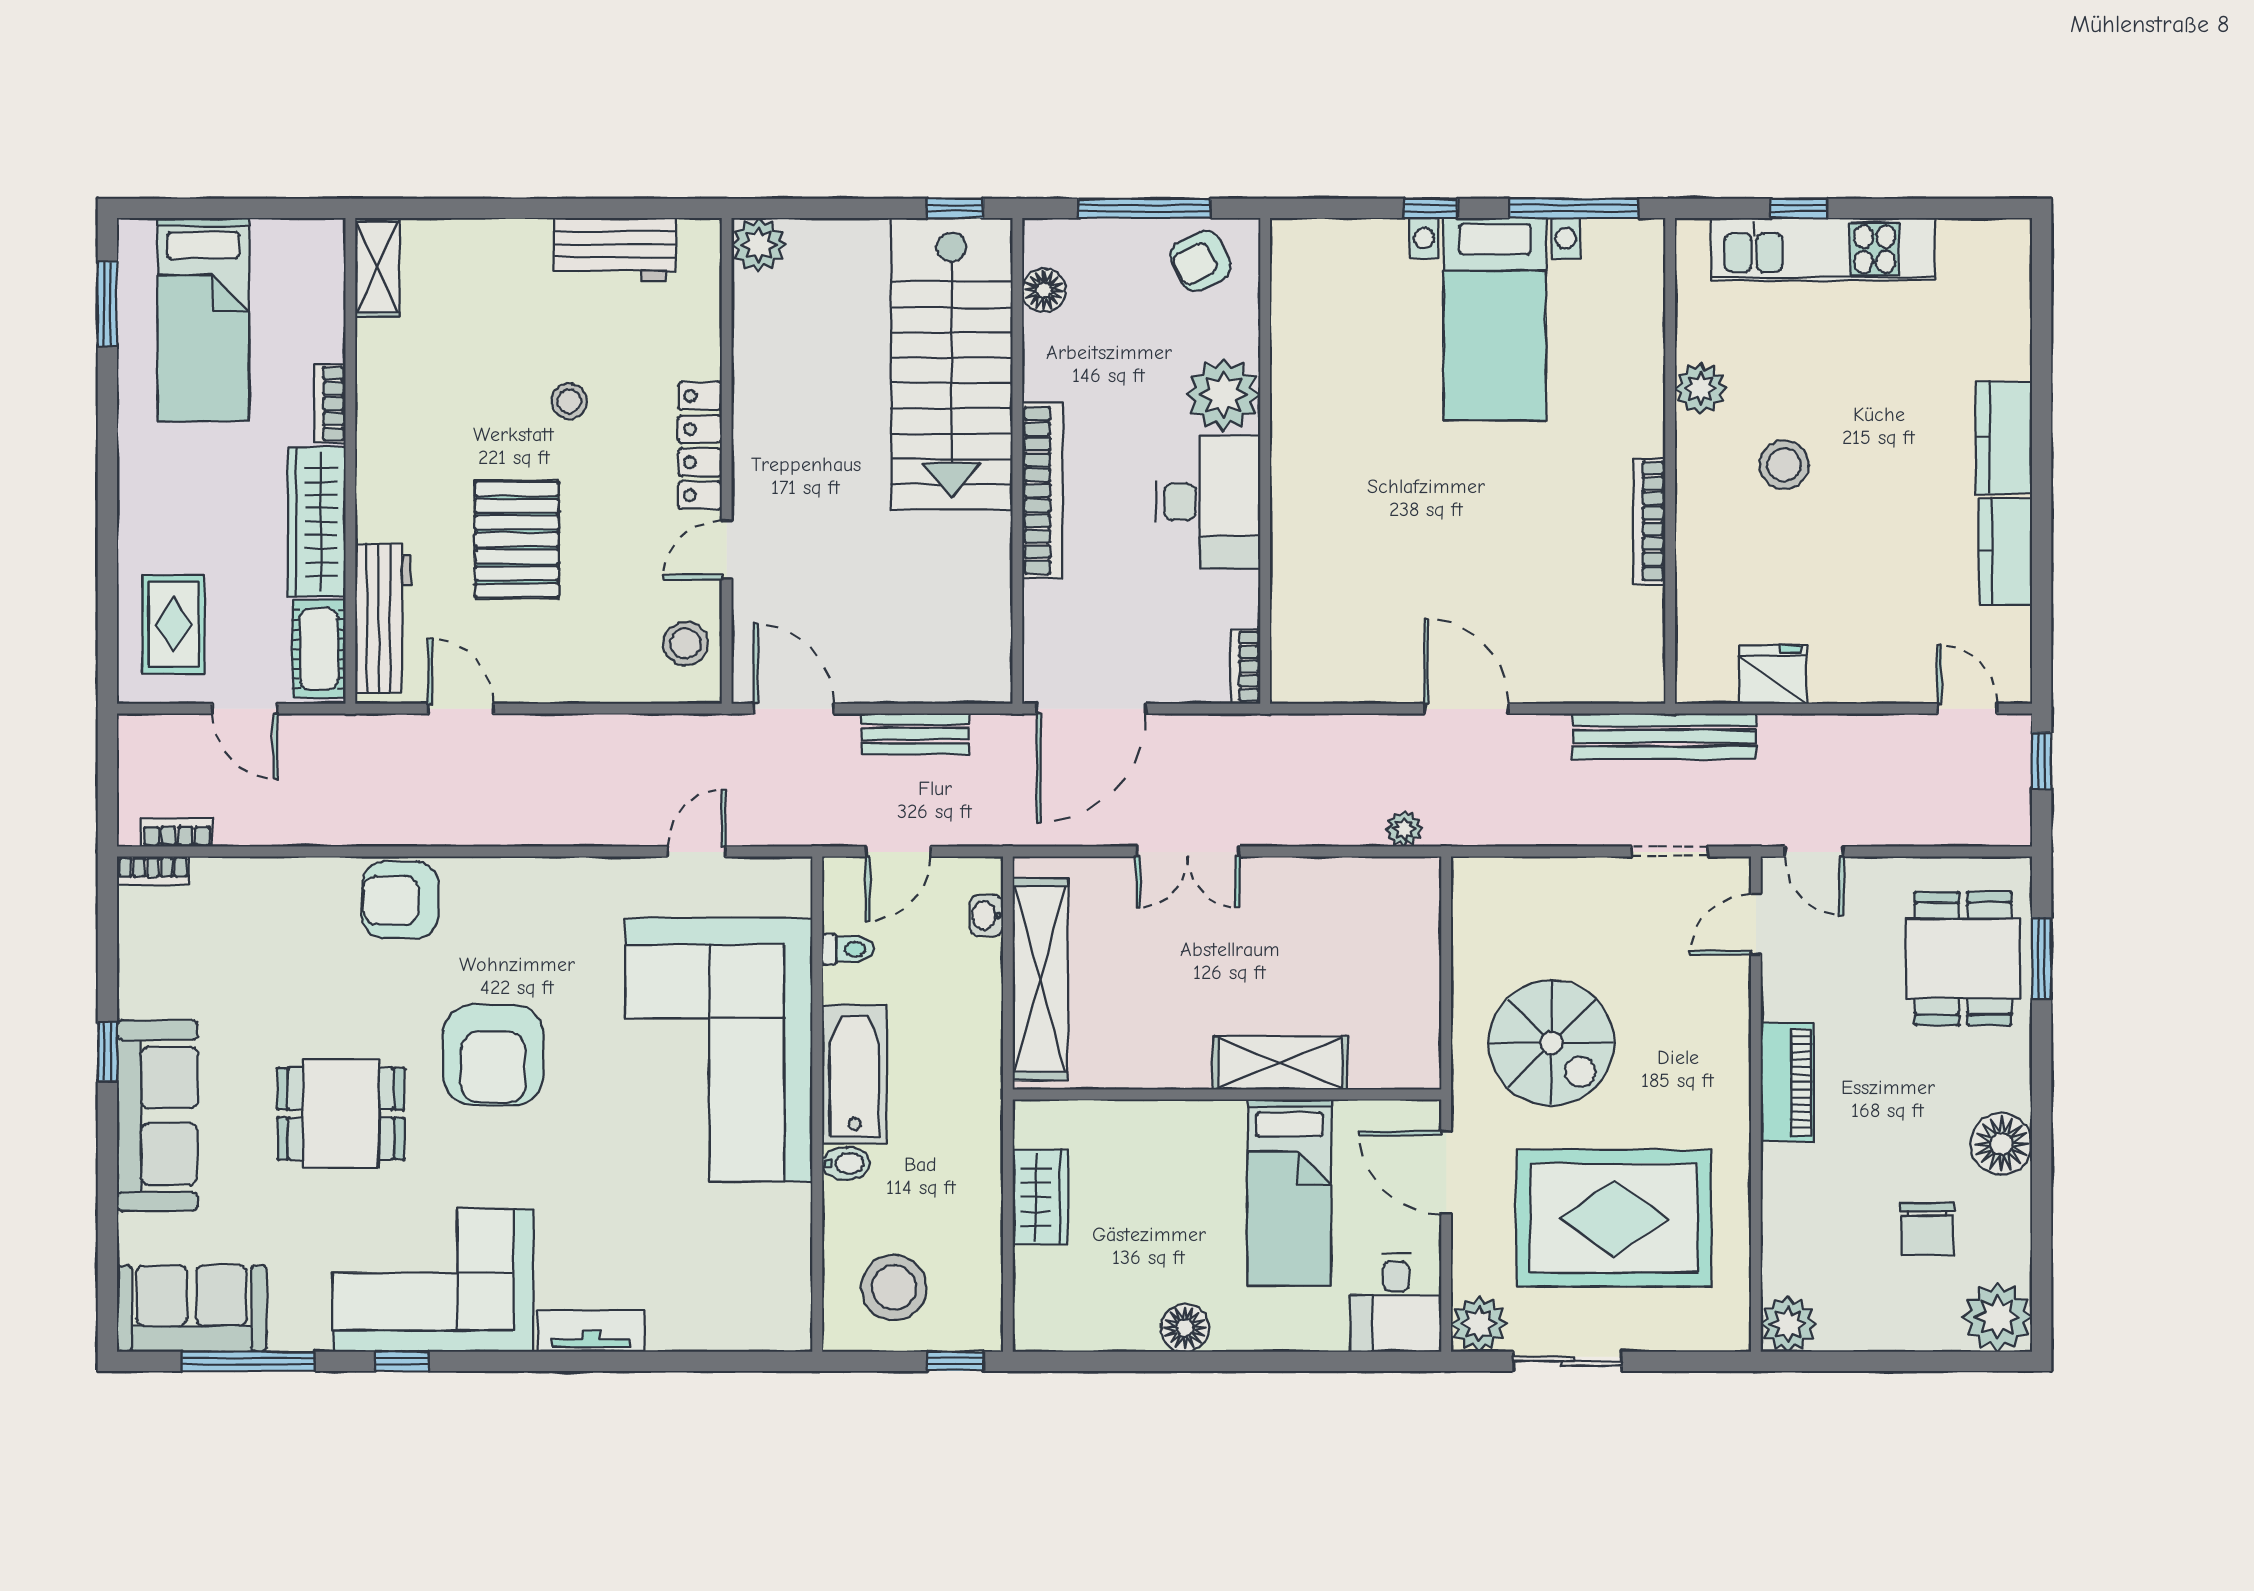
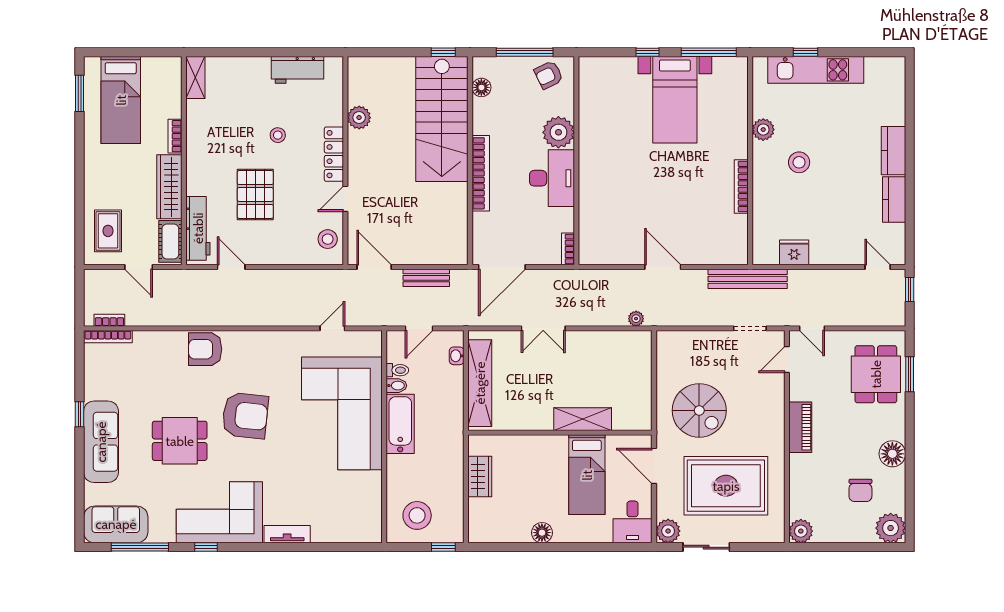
plant: (759, 245) -> (359, 118), moved
bookcase: (153, 871) -> (108, 337), width x1.56
armchair: (493, 1055) -> (245, 416), turned -84
bidet: (846, 1164) -> (396, 386), moved

